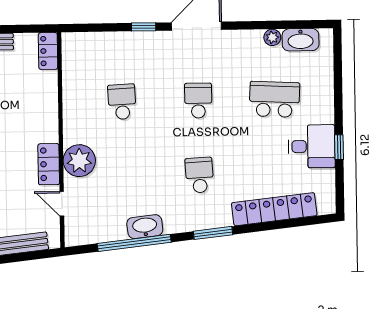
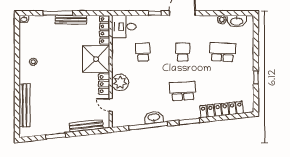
locker: (48, 51) -> (105, 30), width x1.53
shower: (33, 116) -> (96, 59), added
desk: (312, 146) -> (124, 27), moved, turned 180
school desk: (199, 175) -> (183, 91), width x1.85

